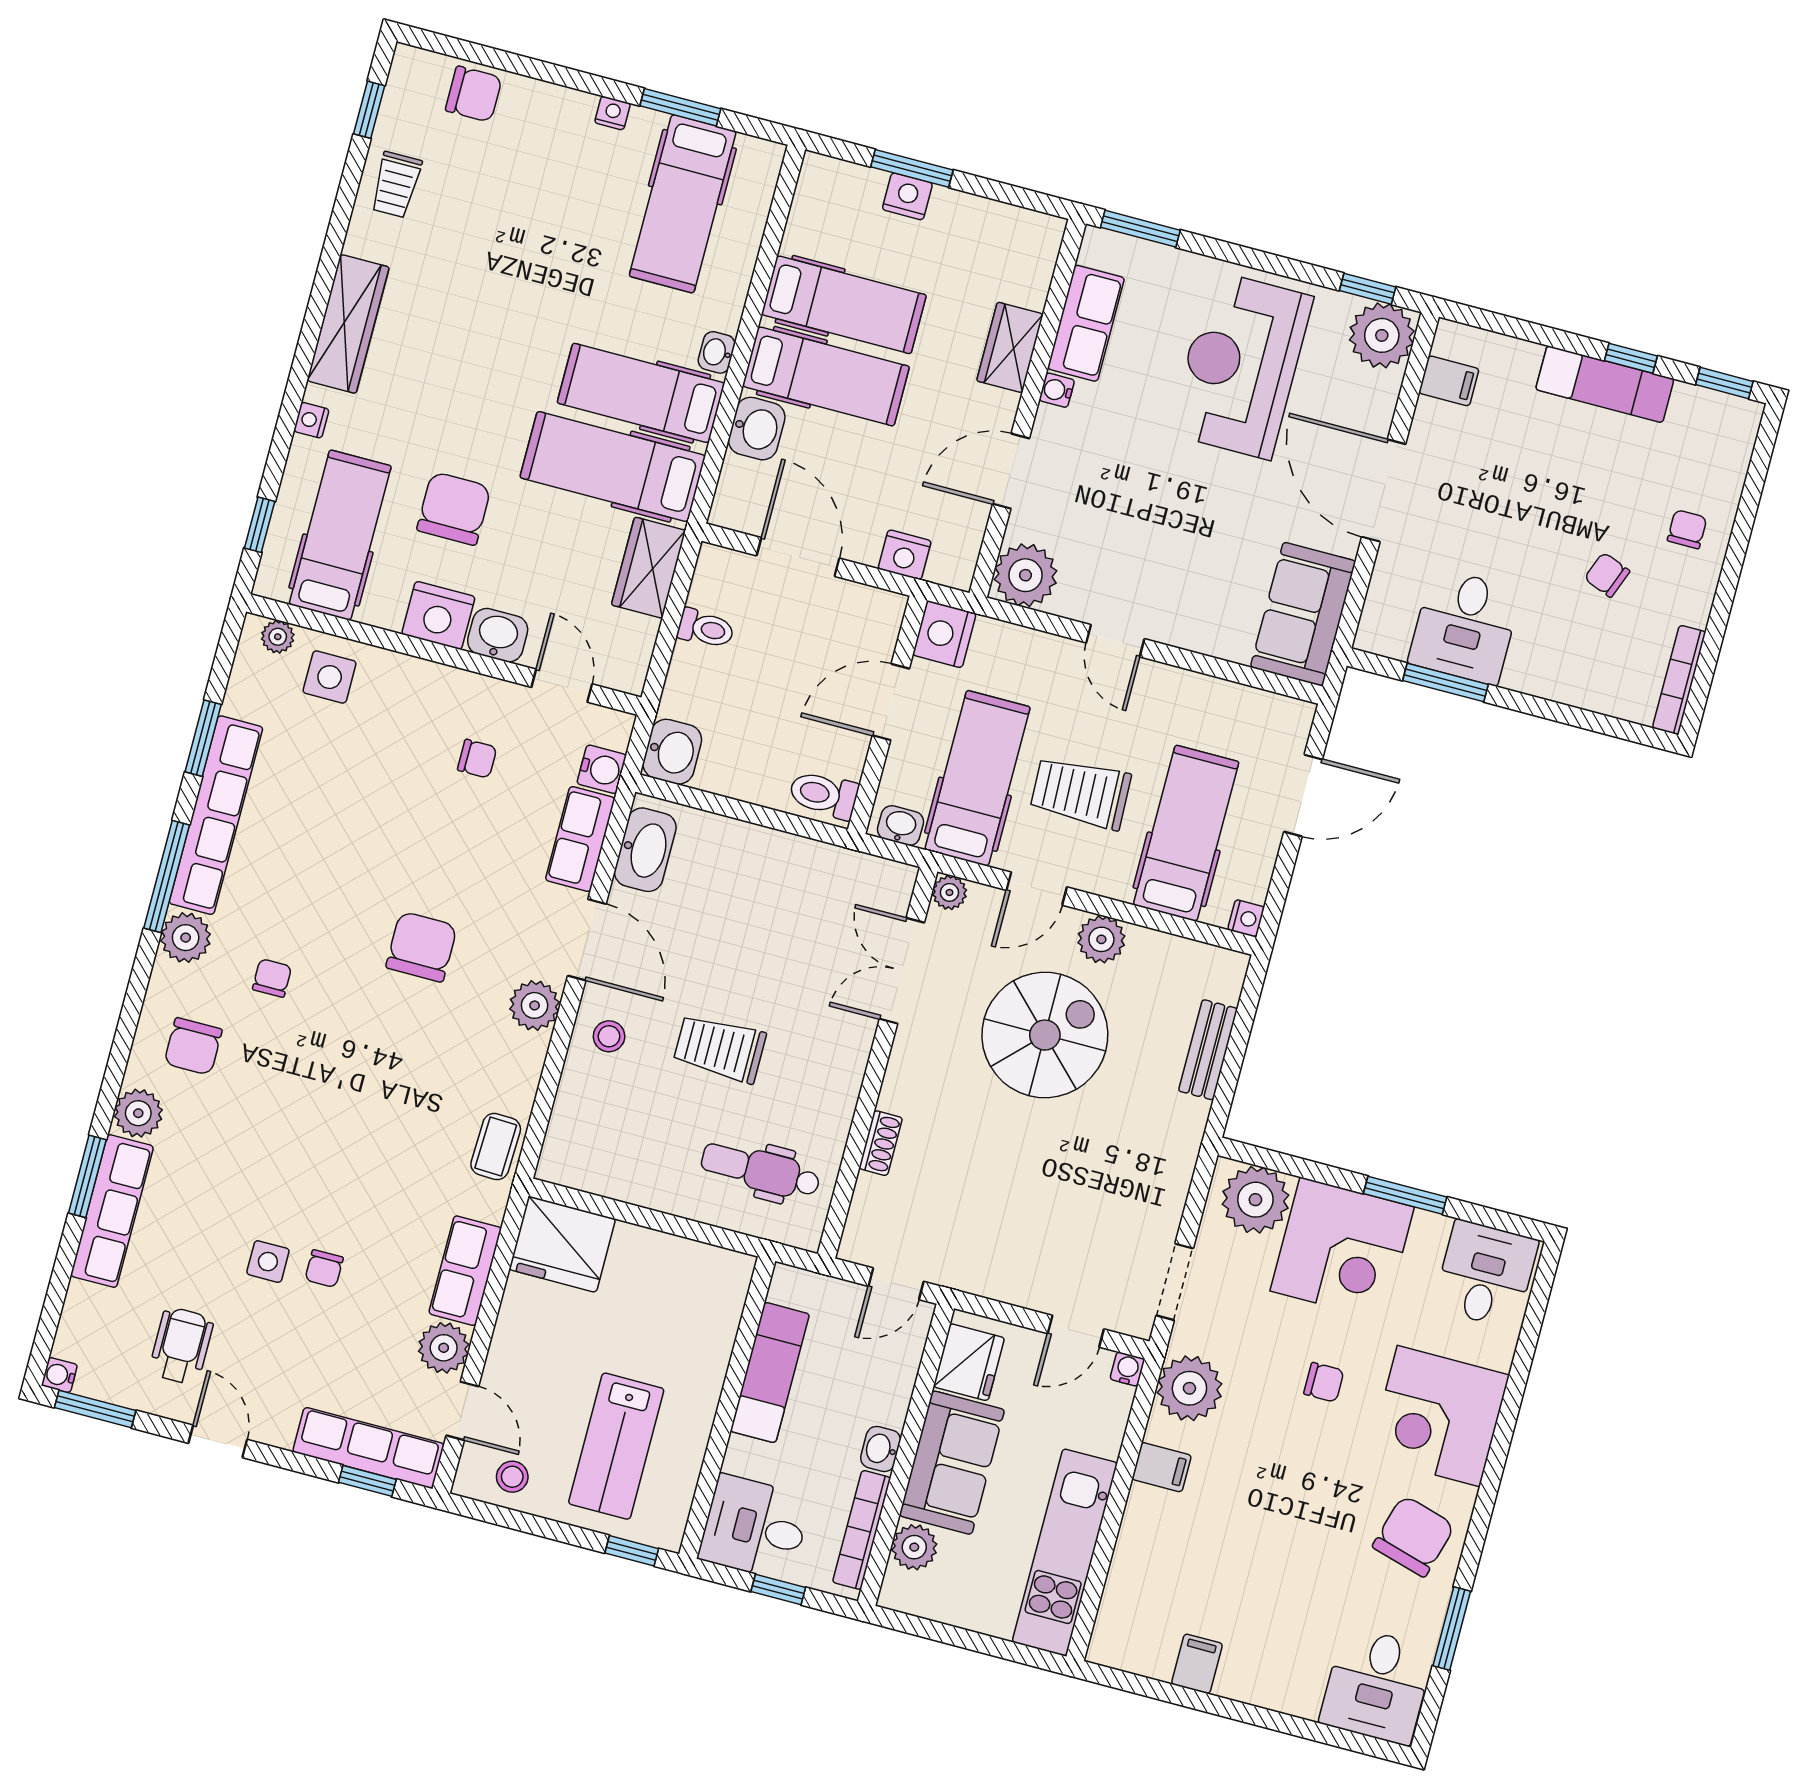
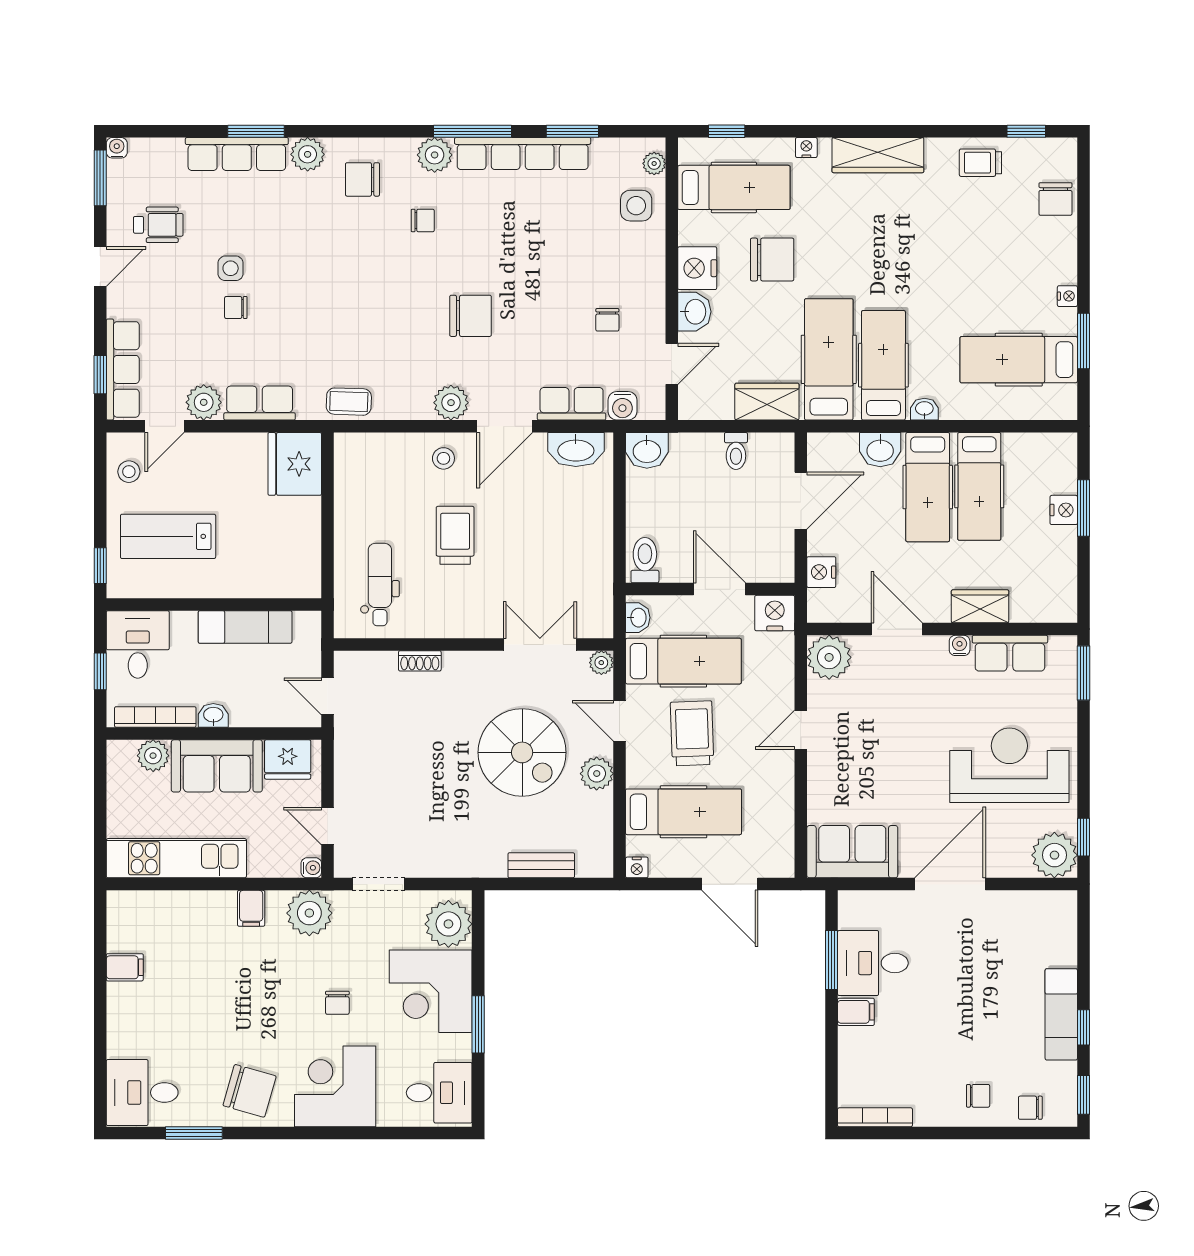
filing cabinet: (1449, 381) -> (856, 1012), moved, turned -90
chair: (1607, 575) -> (1030, 1108), moved, turned -111

